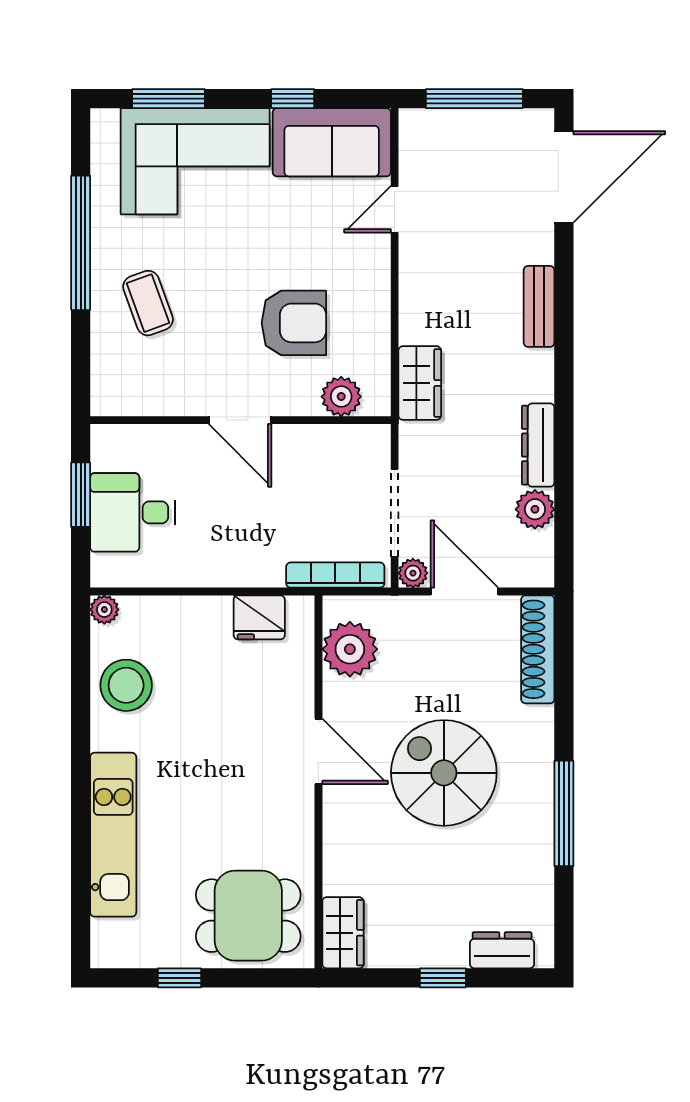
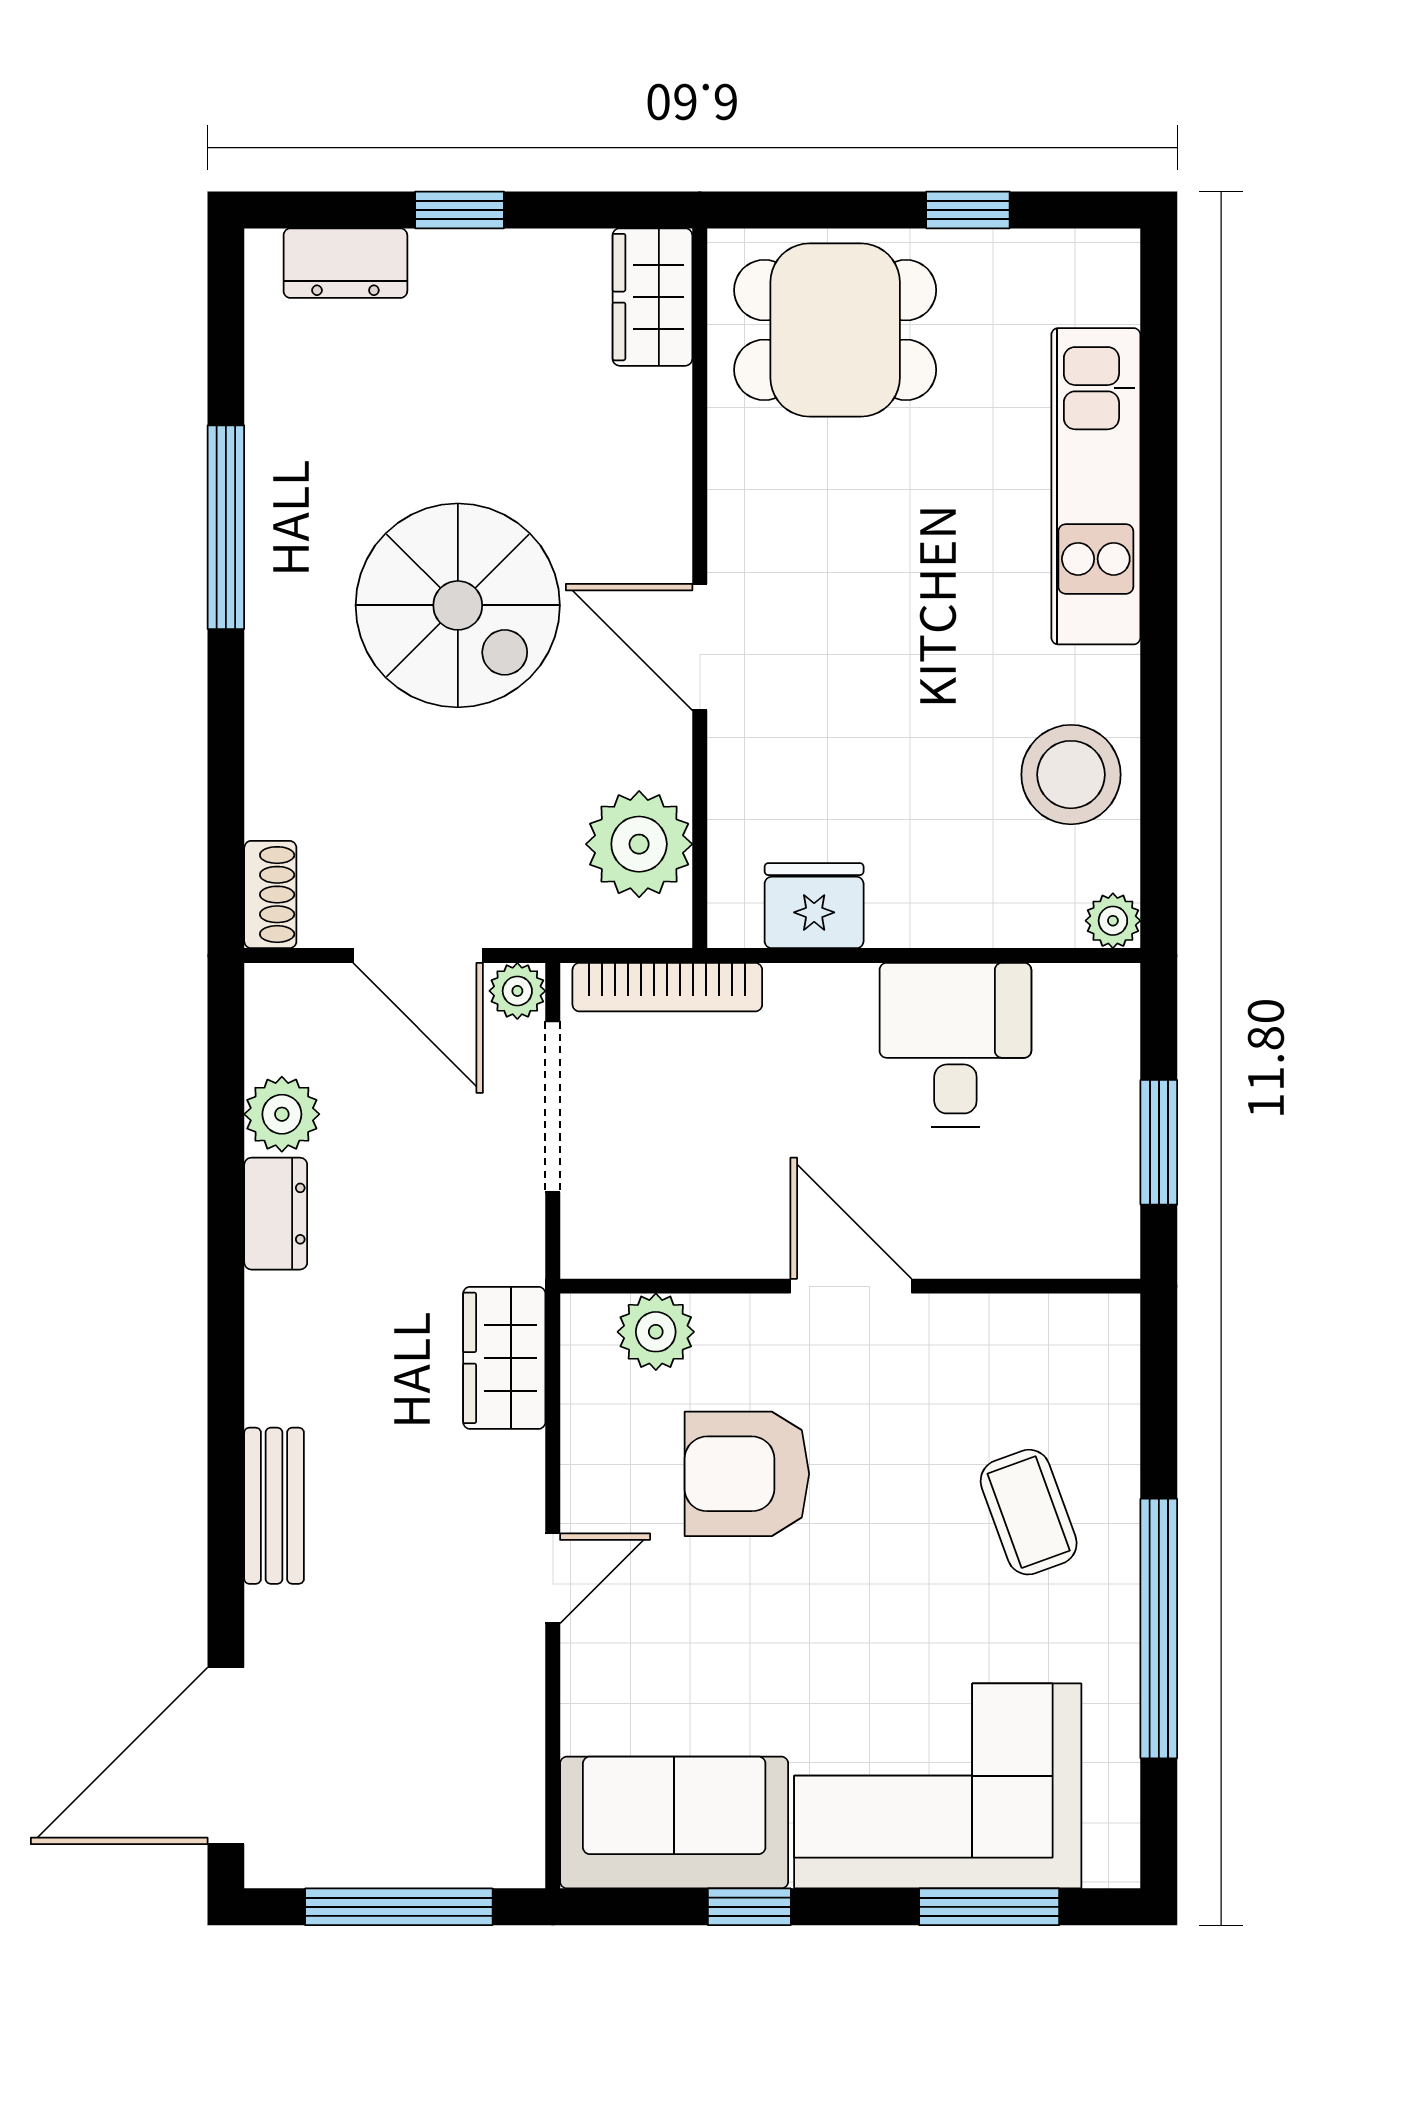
door: (395, 209) -> (553, 1578), moved
dresser: (538, 445) -> (276, 1214), width x0.70
desk: (132, 512) -> (955, 1045), moved, turned -90
shoe rack: (538, 649) -> (270, 895), width x0.51, depth x0.81

